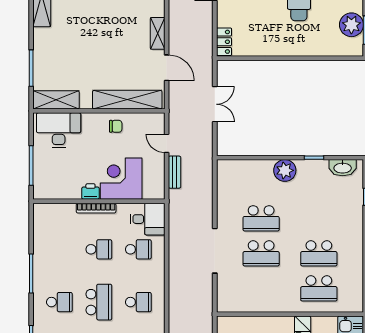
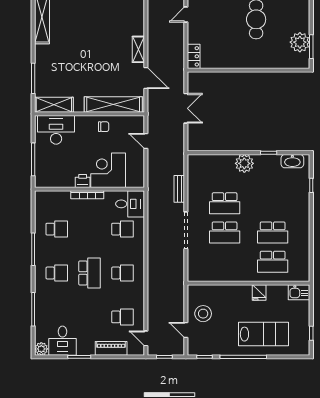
bench: (175, 172) -> (179, 189), moved
school desk: (99, 249) -> (57, 229), moved

